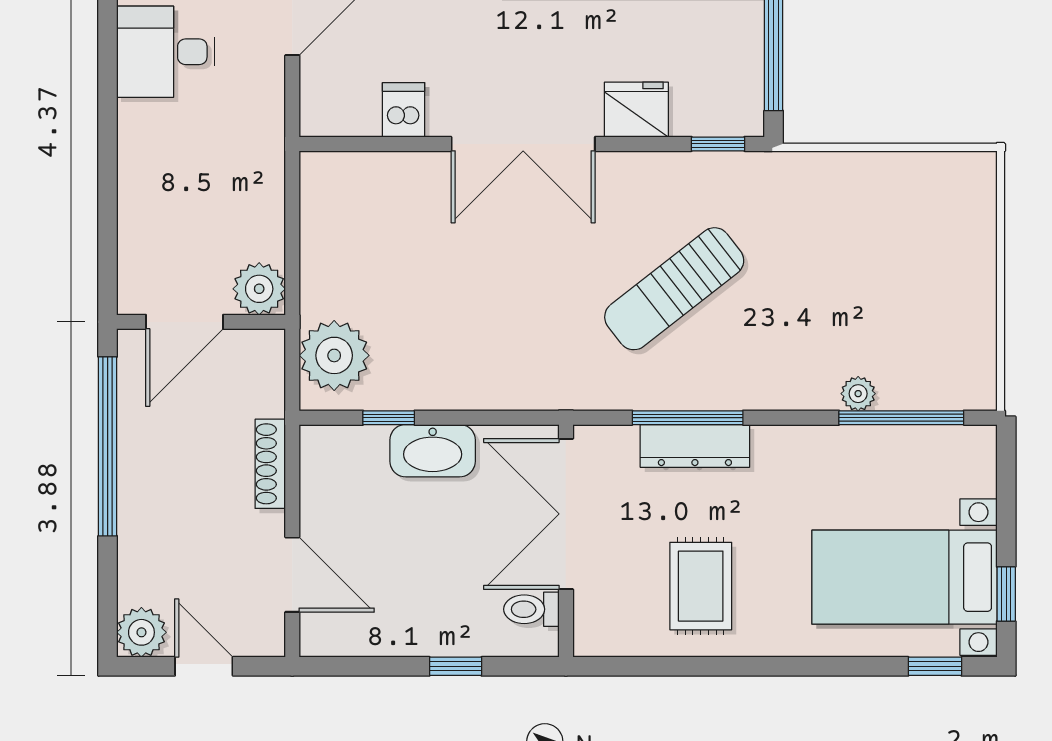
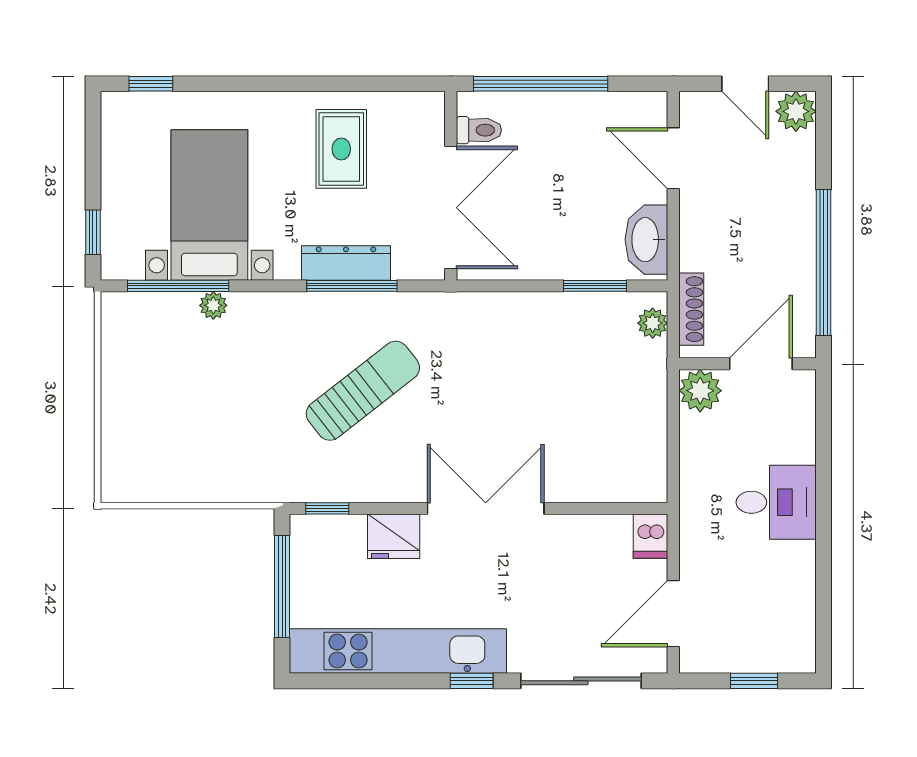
desk: (166, 52) -> (776, 502), moved
dishwasher: (404, 110) -> (651, 536), moved
plant: (334, 355) -> (653, 323), width x0.53, depth x0.53
window: (389, 418) -> (595, 286), width x1.50
washbasin: (433, 451) -> (646, 240), moved, turned -90
shoe rack: (270, 464) -> (691, 309), moved
bed with nightstands: (904, 577) -> (209, 205), moved, turned -90
window: (1006, 594) -> (93, 232), moved
window: (456, 666) -> (541, 84), width x3.17

